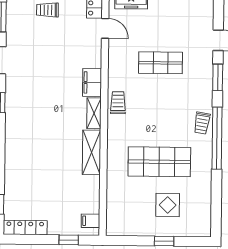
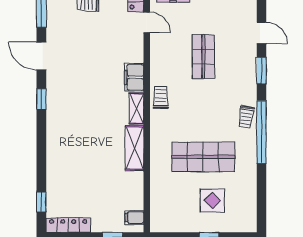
shop shelf: (161, 63) -> (203, 57), turned 90

